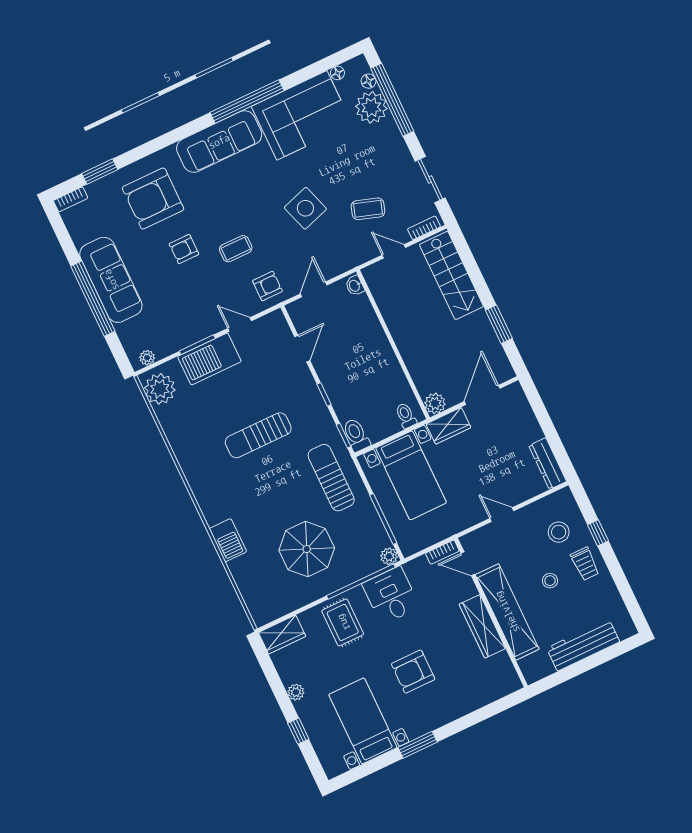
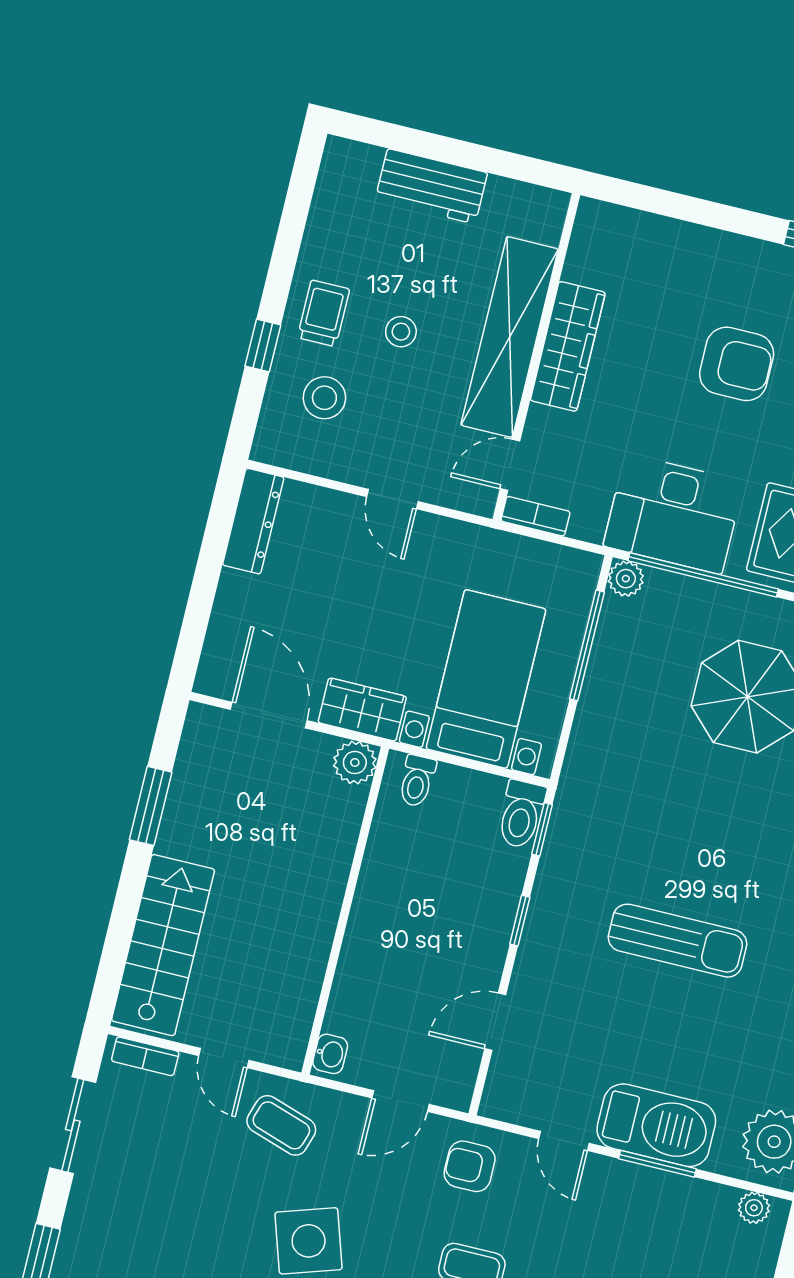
coffee table: (368, 209) -> (281, 1125), moved
door: (482, 395) -> (269, 715), swing flipped
sun lounger: (331, 478) -> (616, 779), removed
door: (468, 564) -> (510, 465), swing flipped
desk: (391, 595) -> (674, 514), width x1.37
workbench: (583, 645) -> (431, 186), width x0.73

